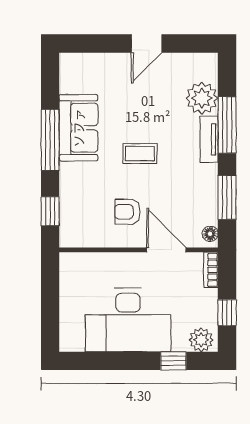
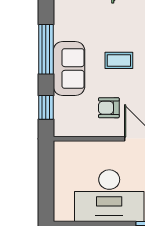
sofa: (78, 128) -> (69, 68), moved

